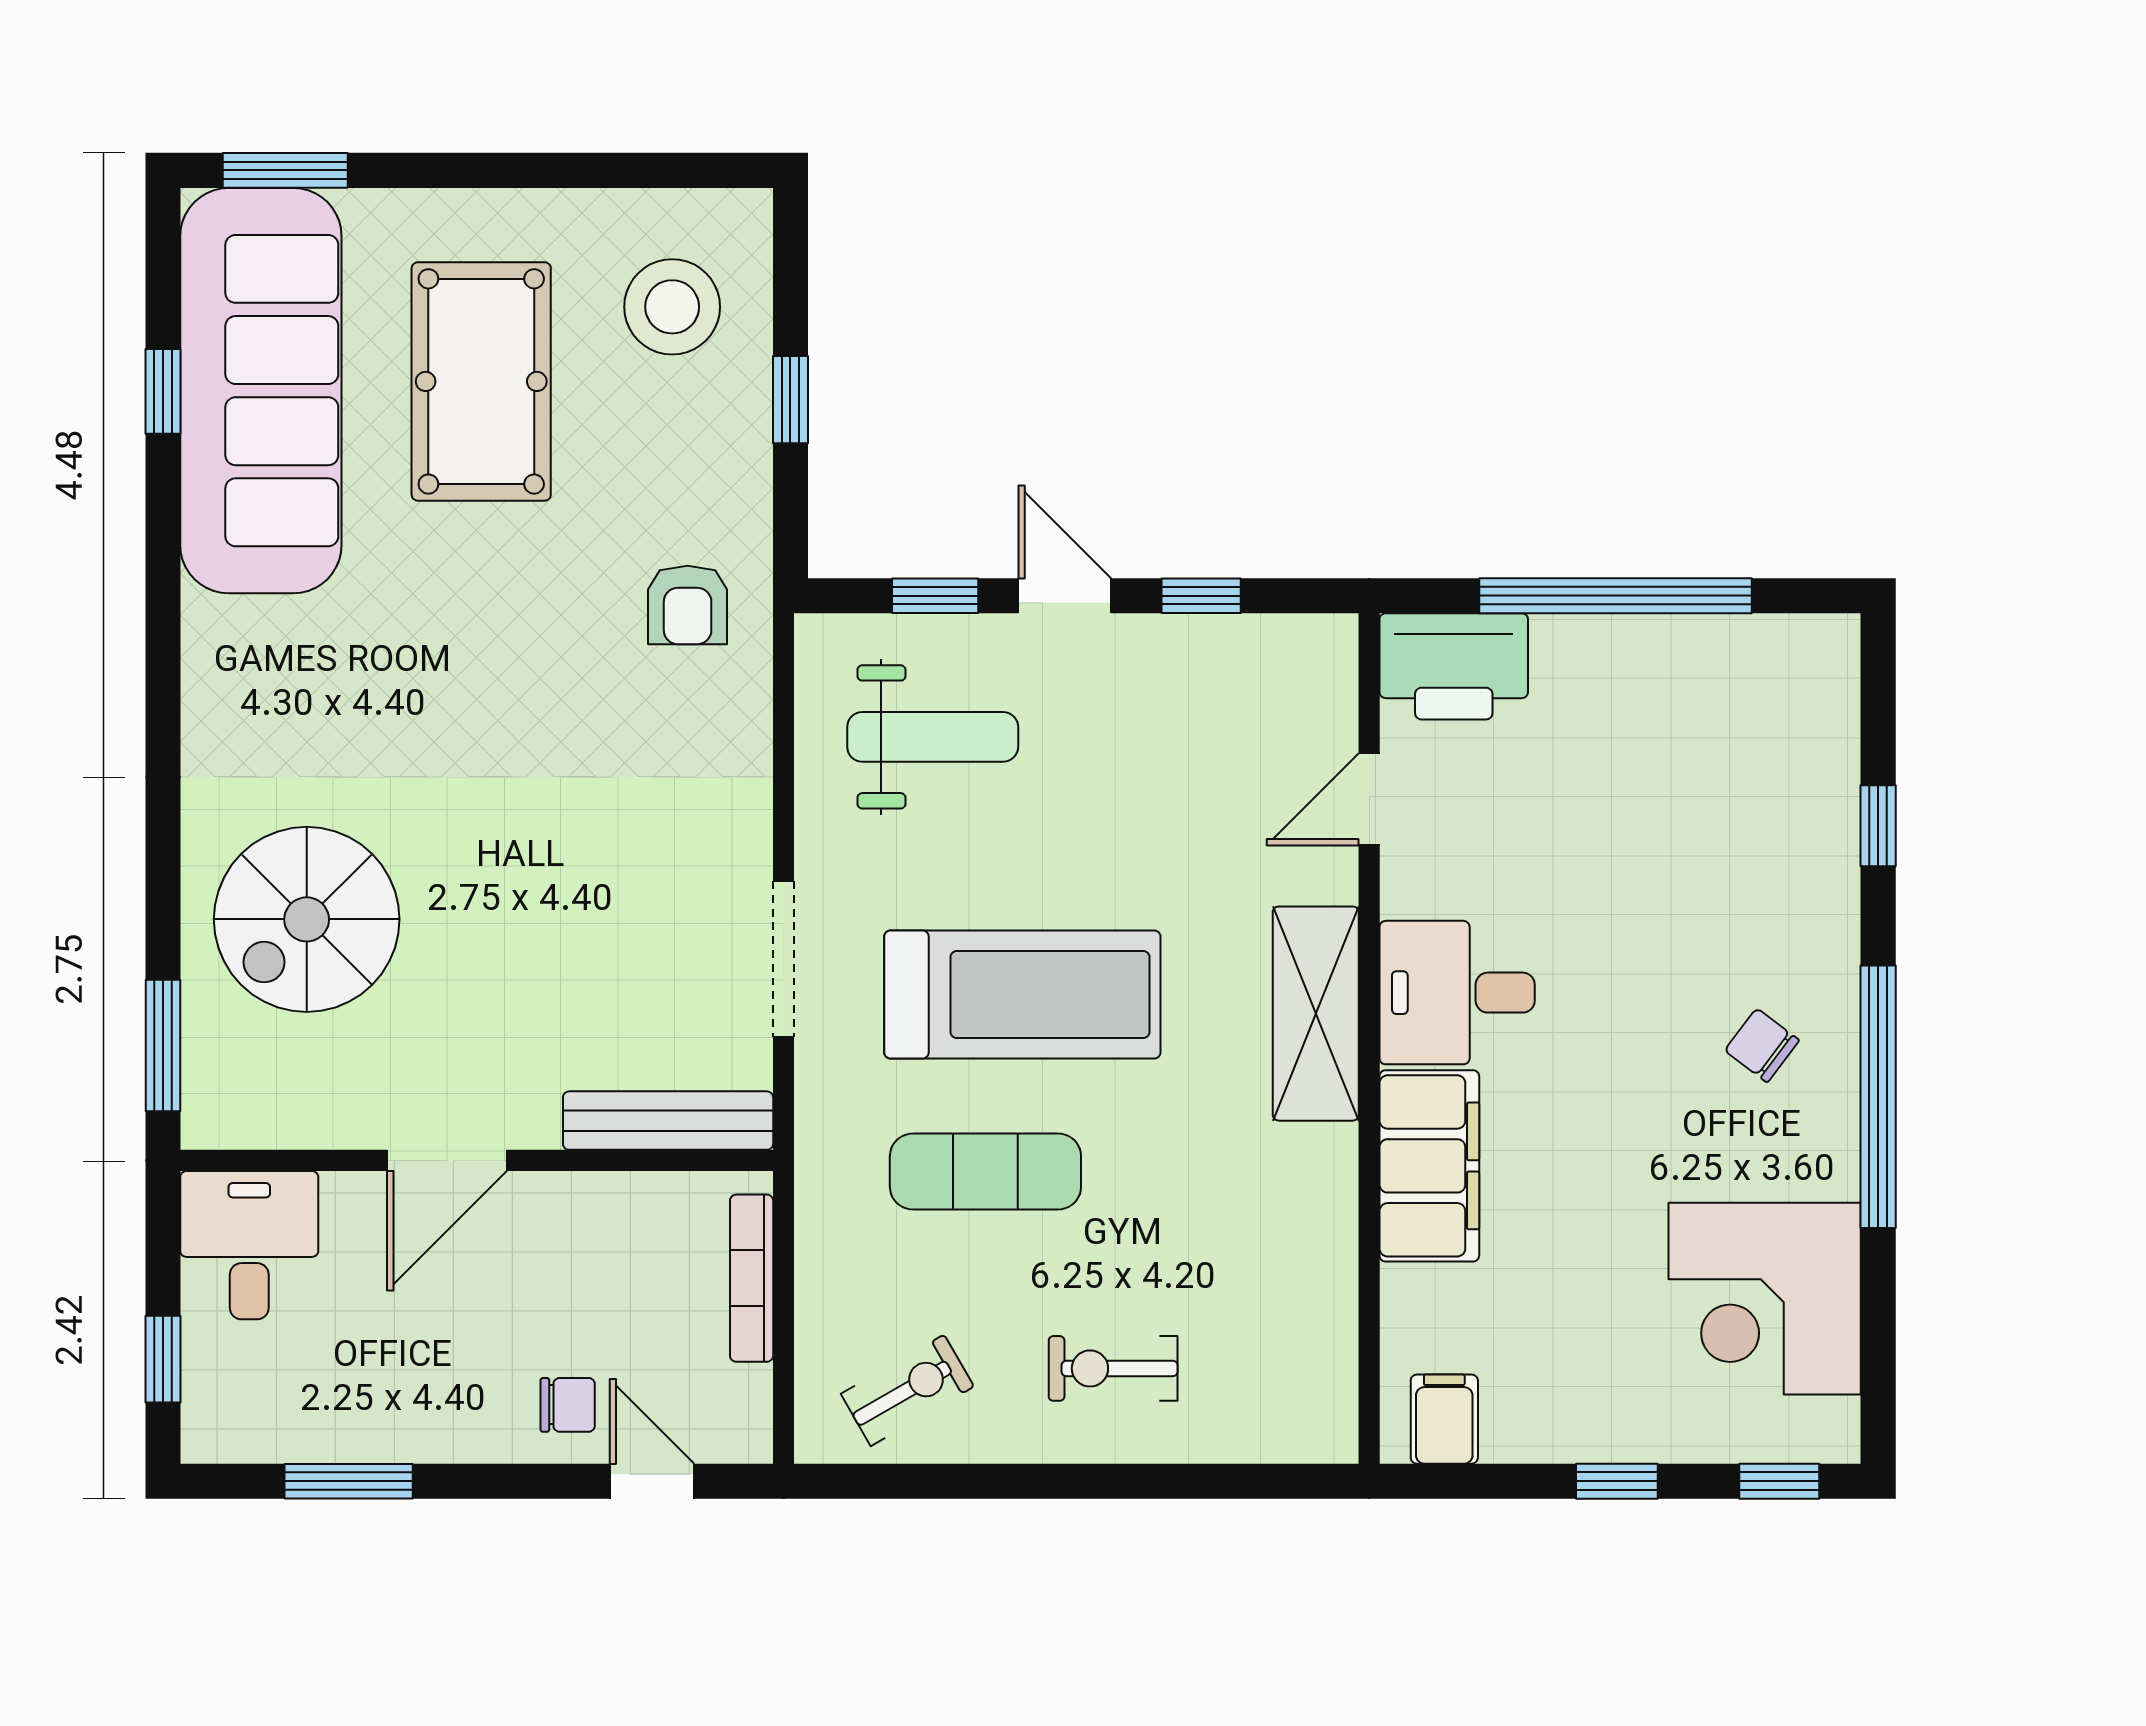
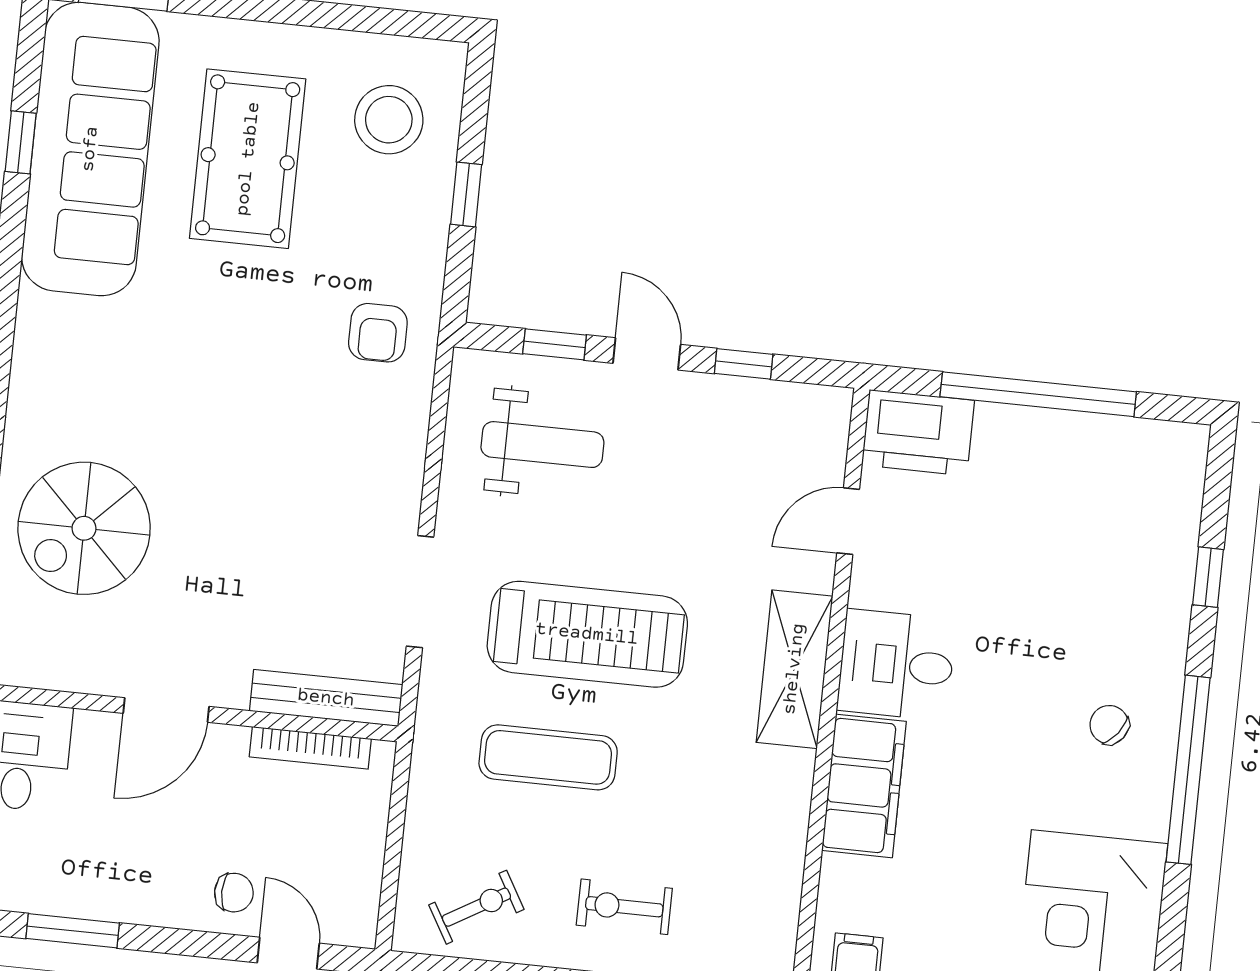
bookcase: (752, 1278) -> (310, 748), moved, turned -90

